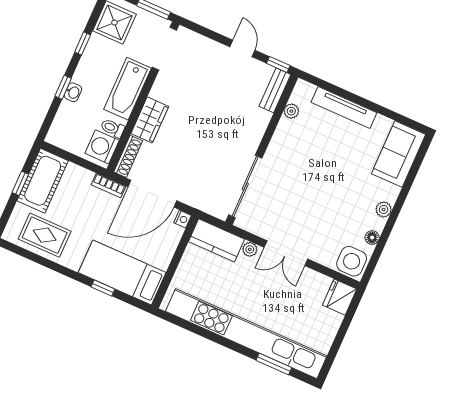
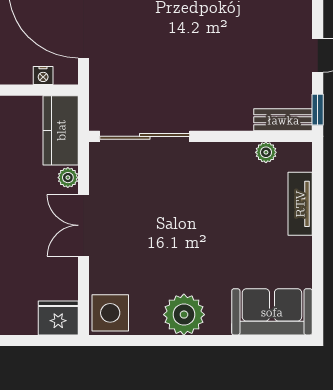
tv unit: (344, 107) -> (300, 204), width x0.71
plant: (384, 209) -> (184, 315), width x1.88, depth x1.88
nightstand: (182, 219) -> (43, 76), moved
floor lamp: (372, 238) -> (152, 325), removed

